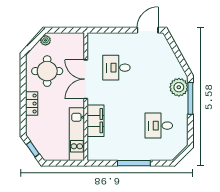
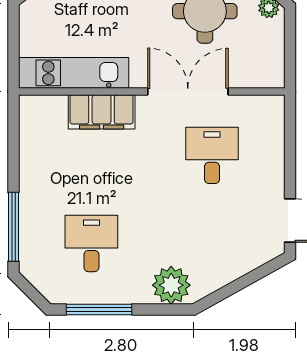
window: (190, 98) -> (99, 309), moved
window: (134, 163) -> (13, 227), moved

